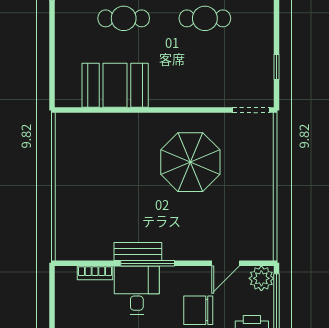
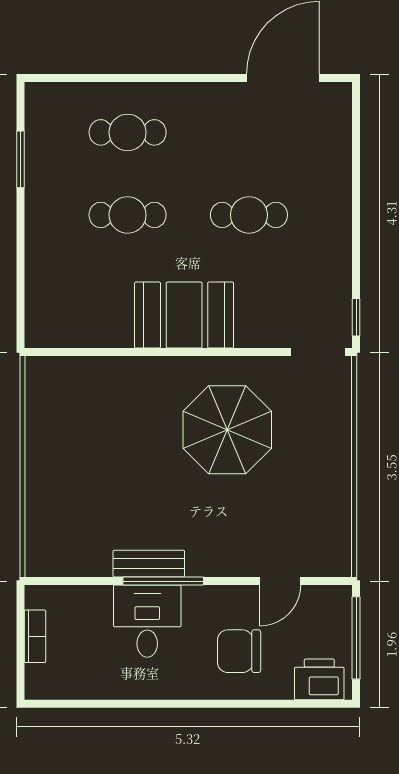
window: (276, 67) -> (356, 317), moved
booth: (115, 85) -> (184, 315), moved
bookcase: (95, 273) -> (35, 636), moved, turned -90
plant: (261, 278) -> (333, 604), removed

